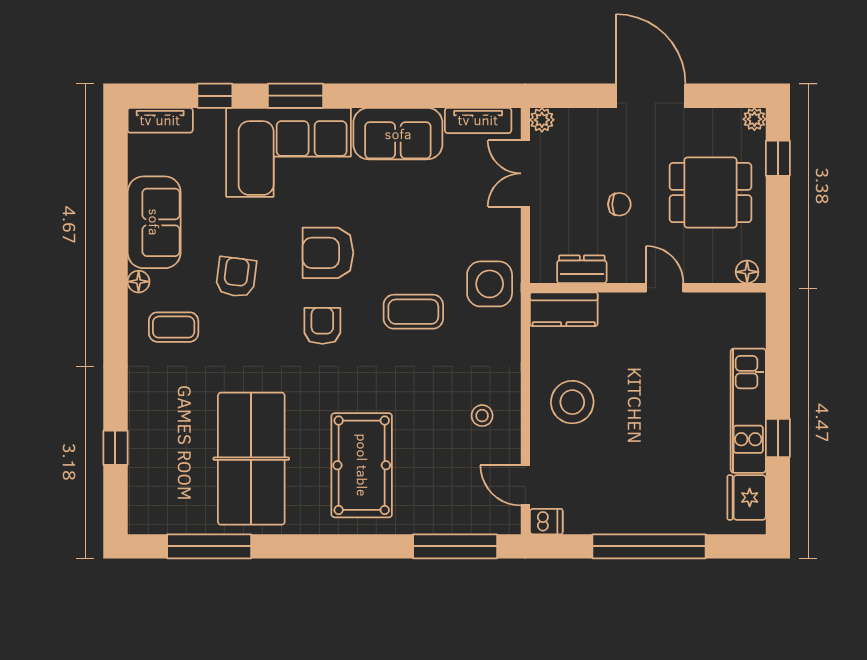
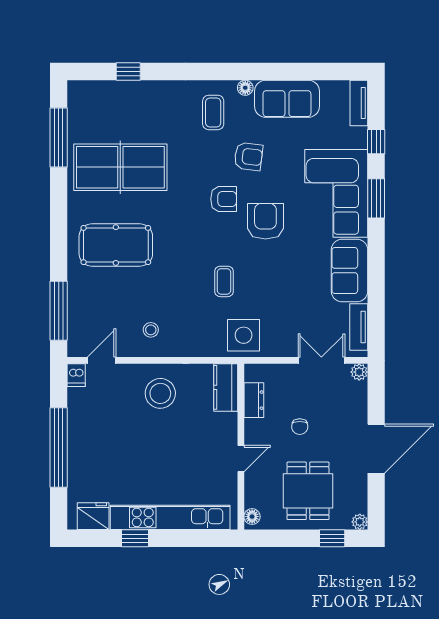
coffee table: (413, 312) -> (224, 281), width x0.73, depth x0.77
armchair: (322, 326) -> (224, 199), moved
kitchen unit: (748, 411) -> (170, 517), width x1.36

